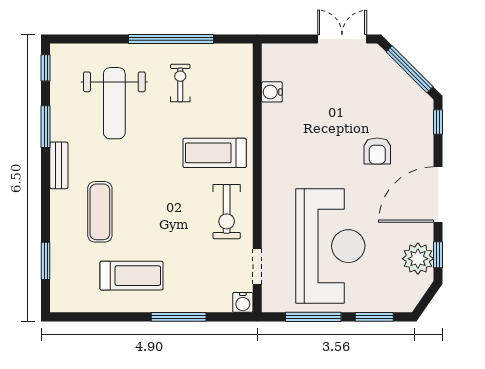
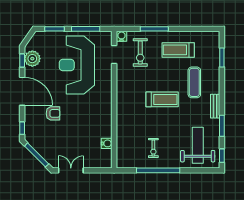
double door: (342, 39) -> (71, 170), swing flipped
weight bench: (114, 103) -> (198, 145), moved
armchair: (377, 151) -> (53, 113), turned 90
treadmill: (215, 153) -> (162, 99), moved
door: (438, 194) -> (22, 91), hinge flipped
exercise bike: (227, 212) -> (140, 52), moved, turned 180

